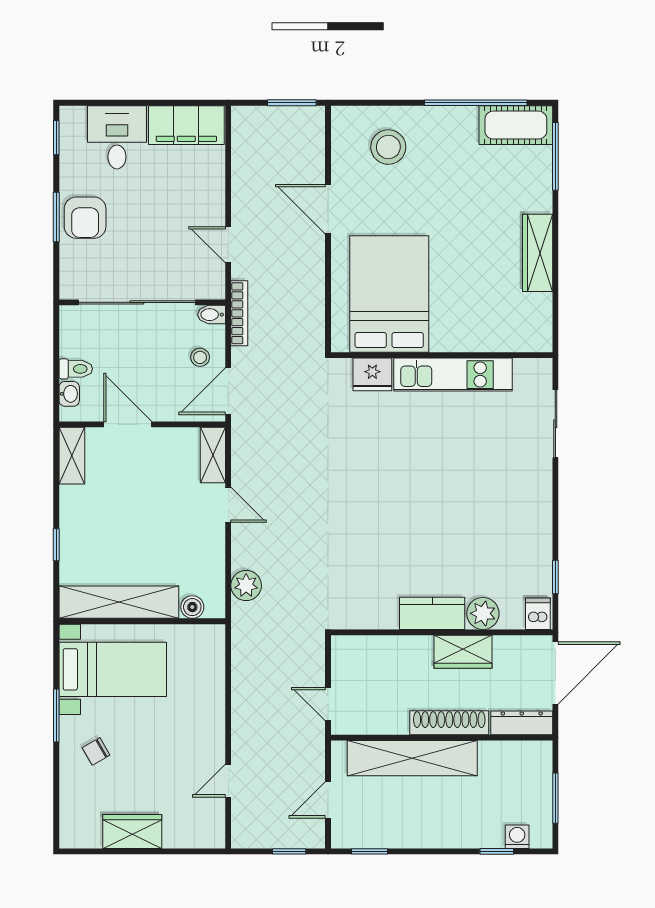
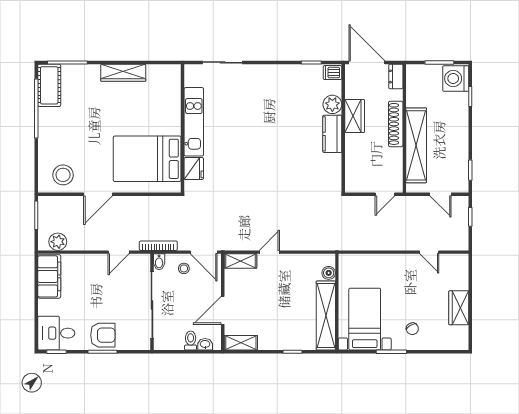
desk: (117, 137) -> (56, 333), moved
stool: (388, 147) -> (63, 175), moved
plant: (246, 586) -> (58, 242), moved
dresser: (522, 723) -> (396, 76), width x0.70
washing machine: (517, 837) -> (456, 79), width x1.89, depth x1.89

